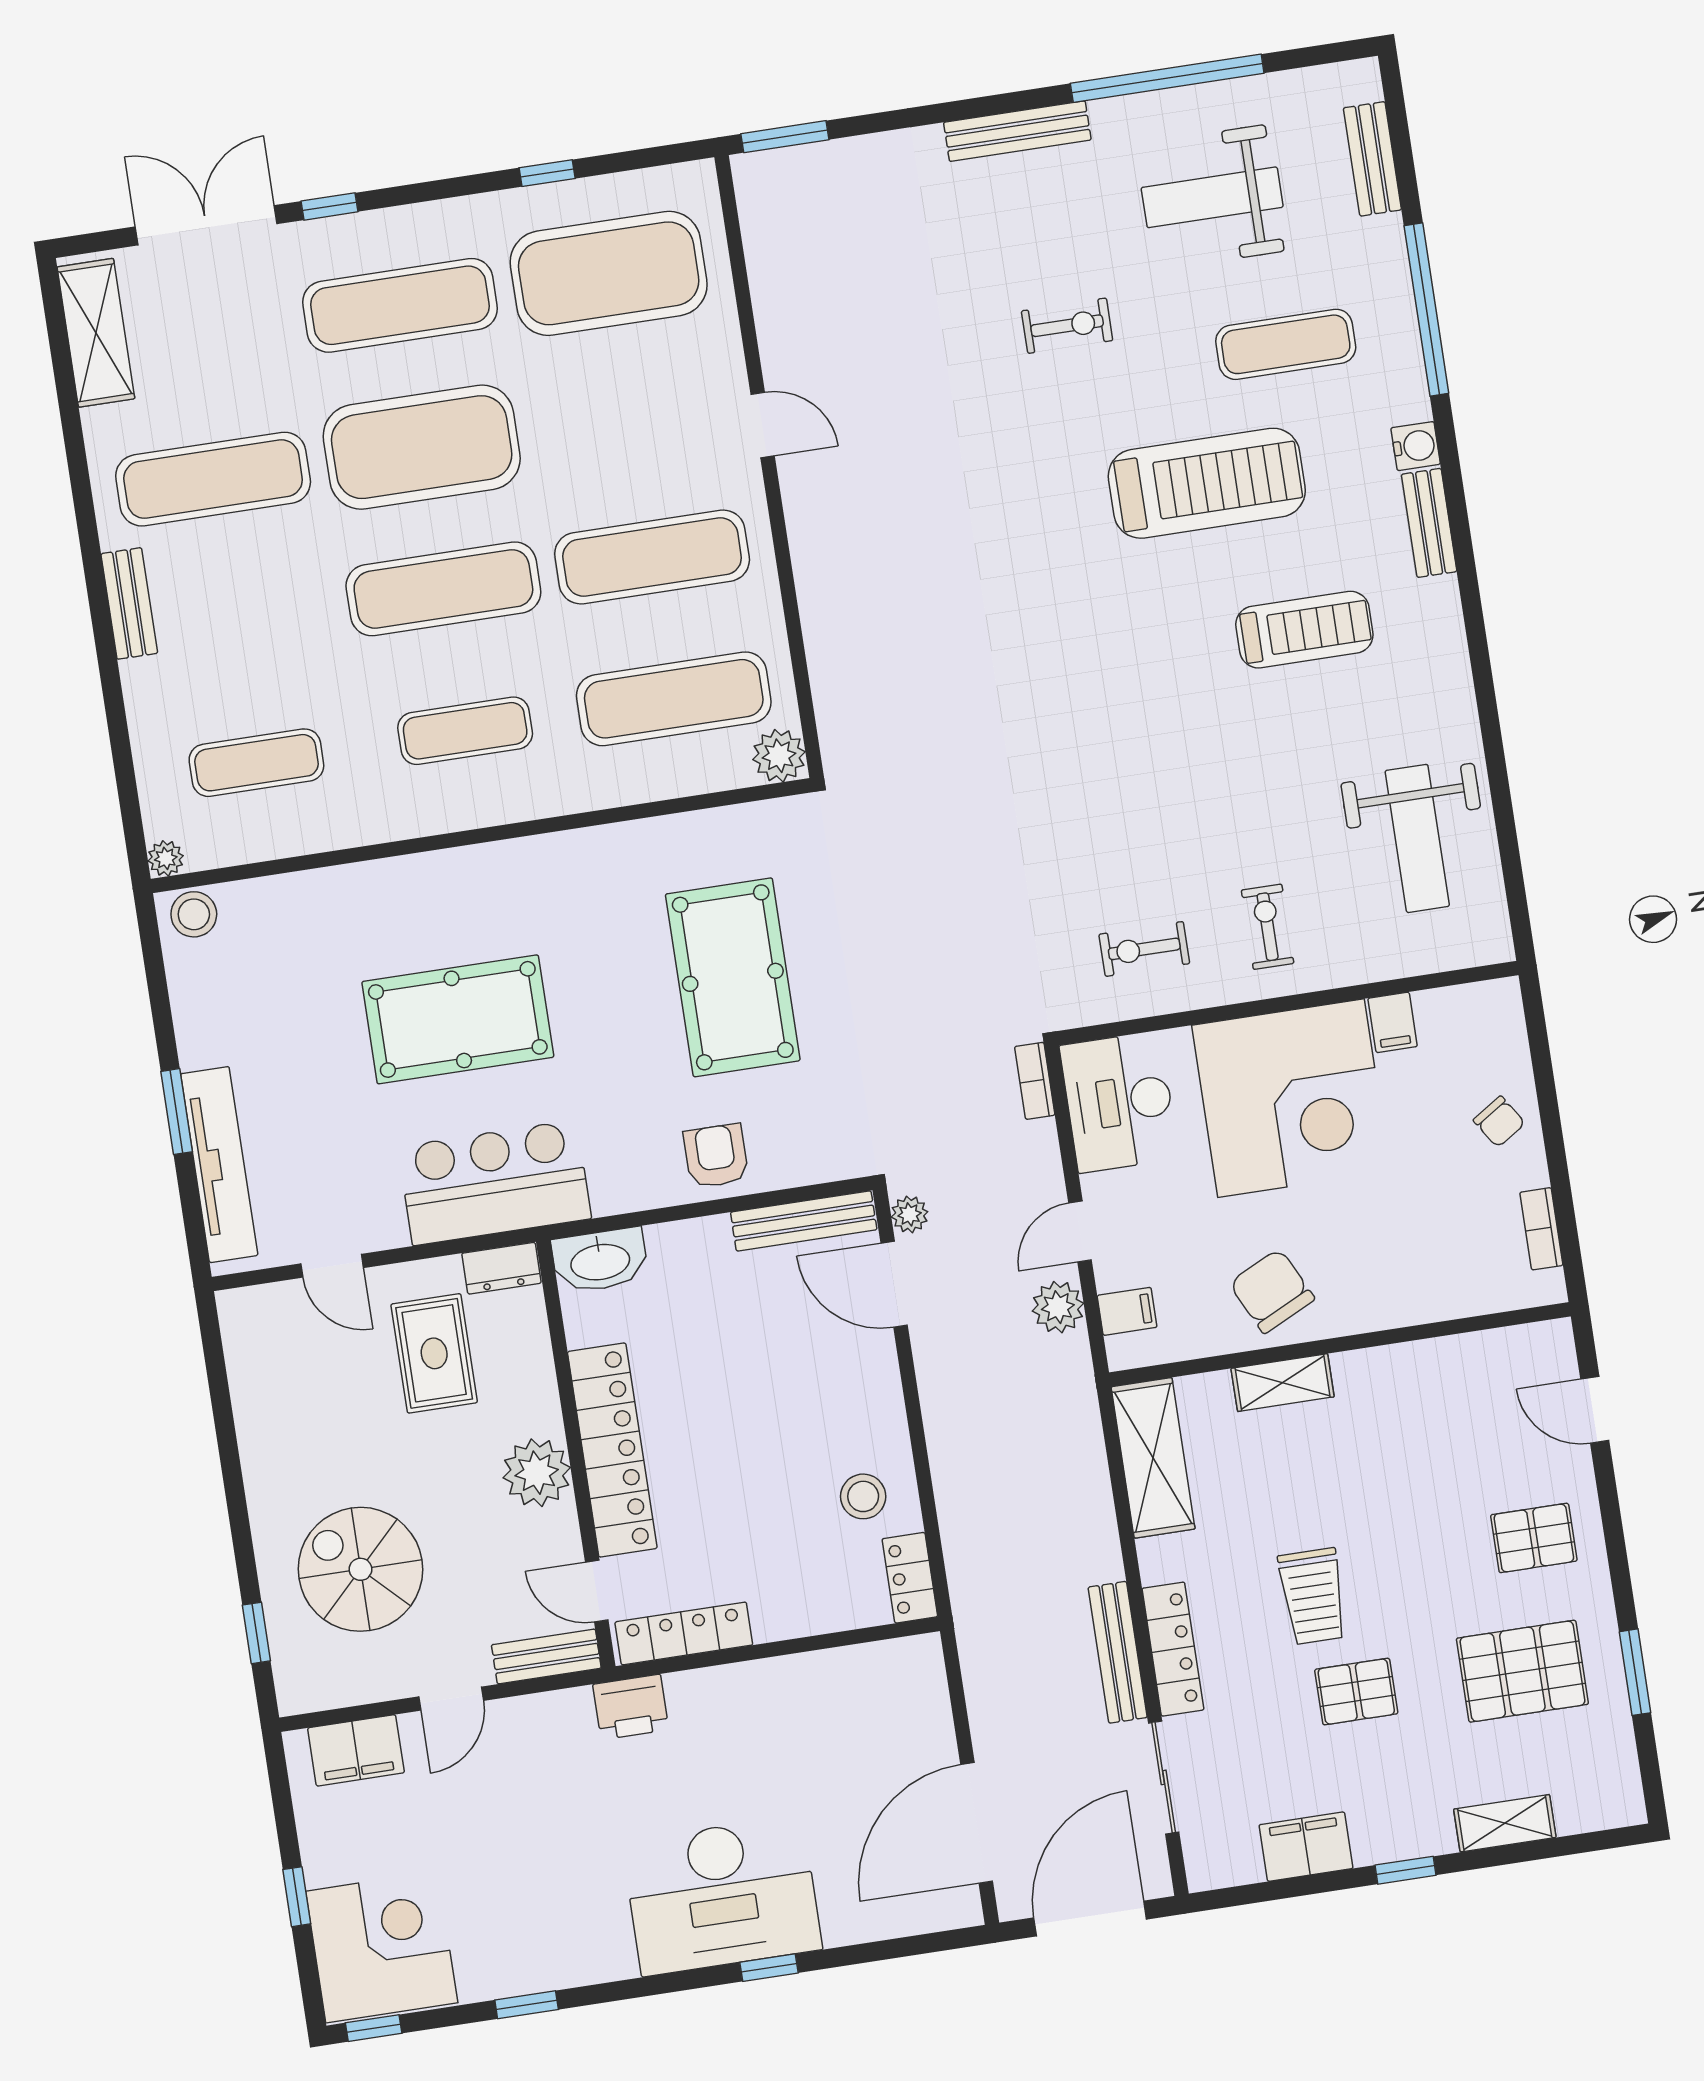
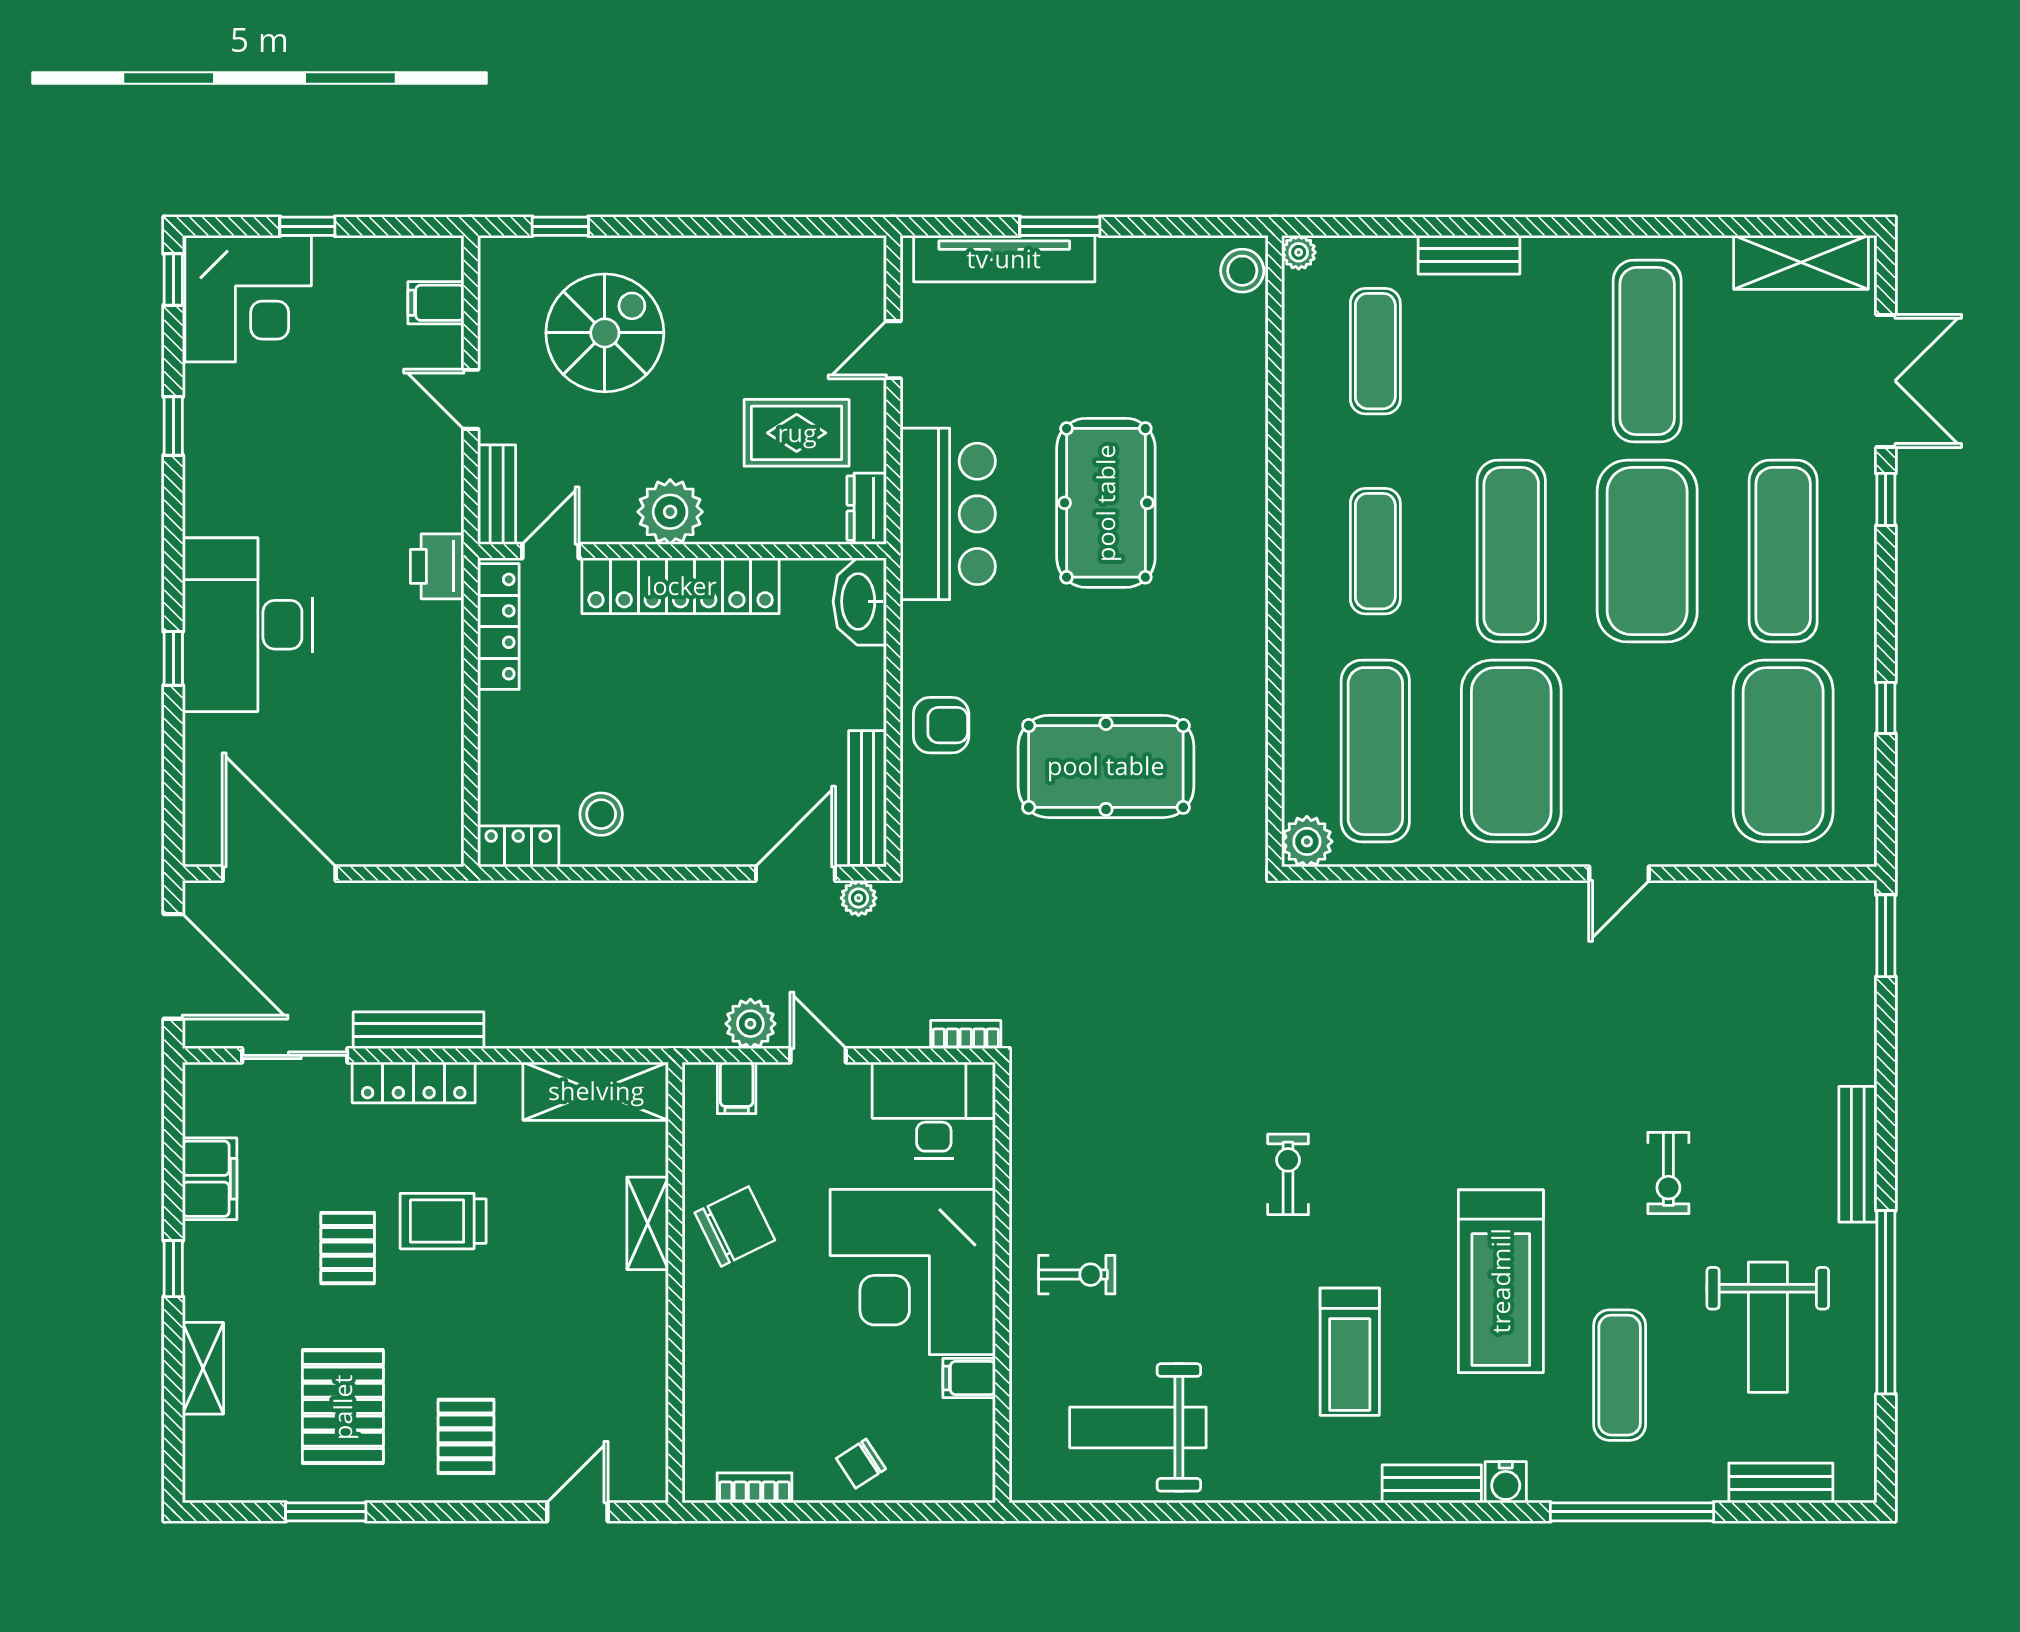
weight bench: (1212, 197) -> (1768, 1327), turned 180
exercise mat: (652, 557) -> (1511, 751), width x1.47
bench: (129, 603) -> (1469, 255), moved
exercise bike: (1144, 949) -> (1288, 1174), moved
filing cabinet: (356, 1750) -> (436, 303), width x0.50

